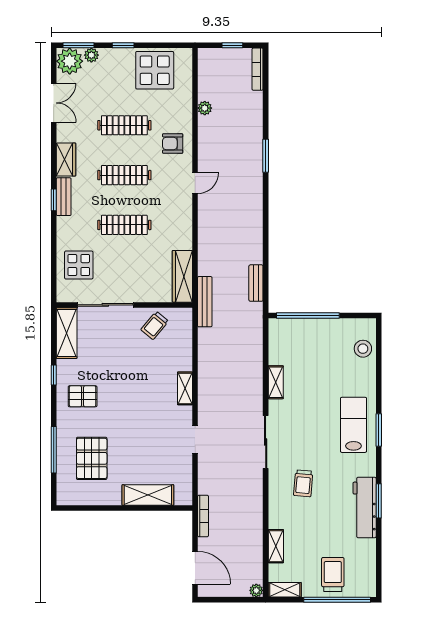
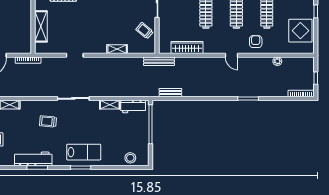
wardrobe: (182, 276) -> (187, 48), moved
workbench: (279, 344) -> (133, 106), added
shelving: (185, 388) -> (117, 49), moved

